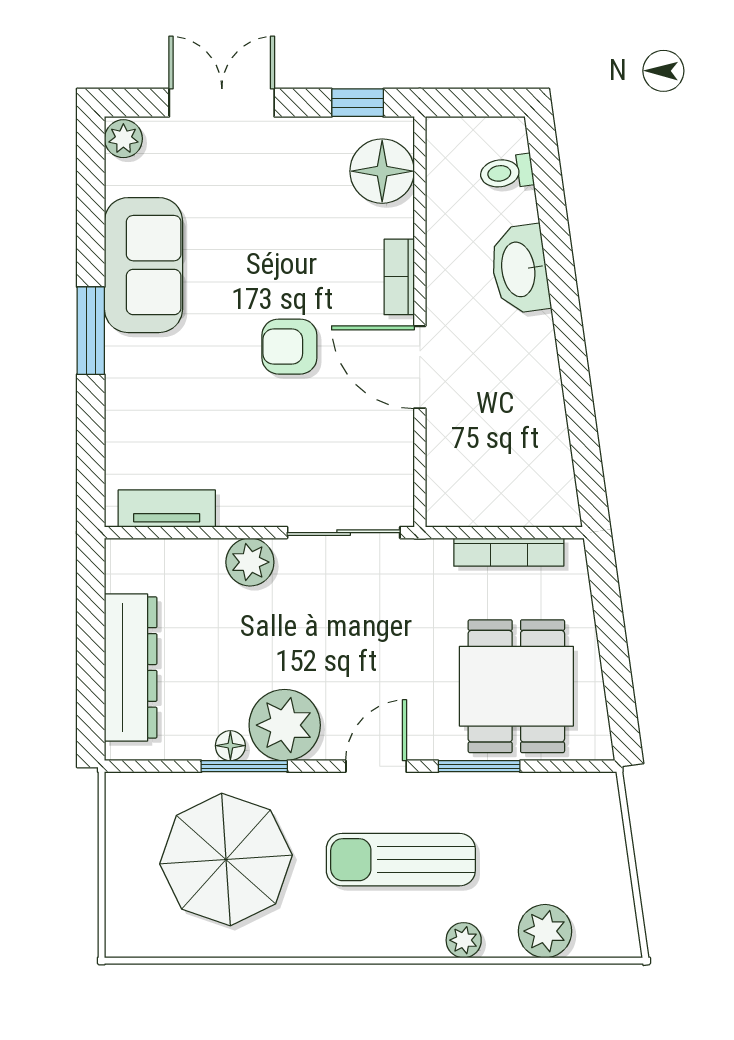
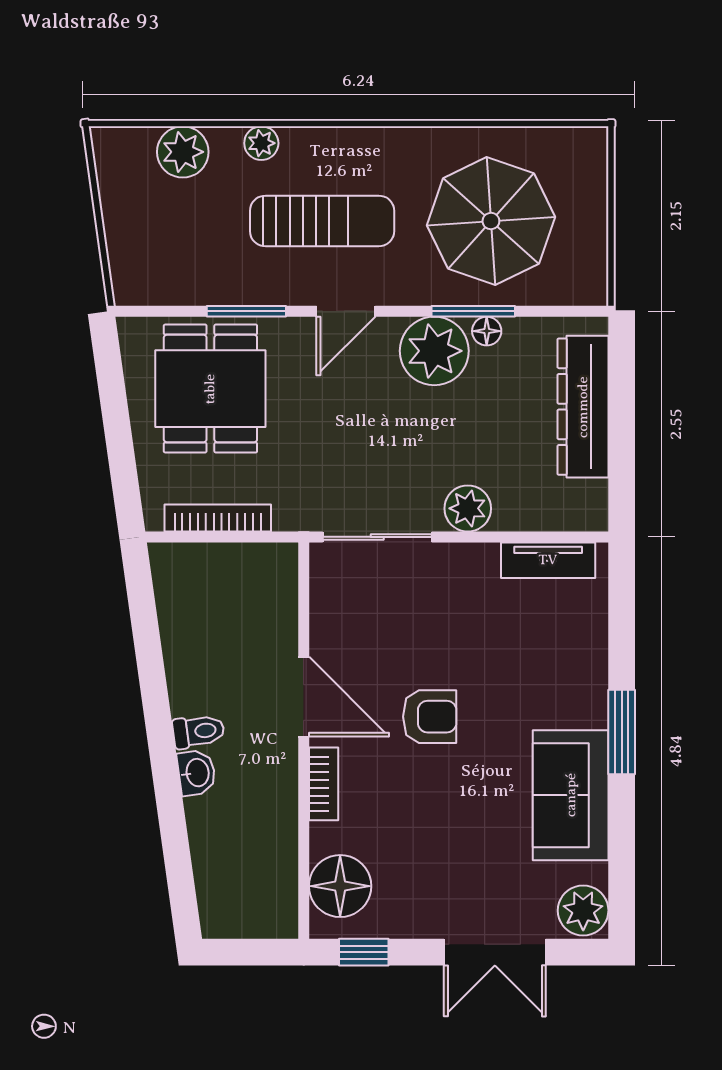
plant: (123, 139) -> (583, 911), width x1.38, depth x1.38
toilet: (507, 172) -> (198, 731), moved
washbasin: (520, 269) -> (197, 773), width x0.52, depth x0.69

